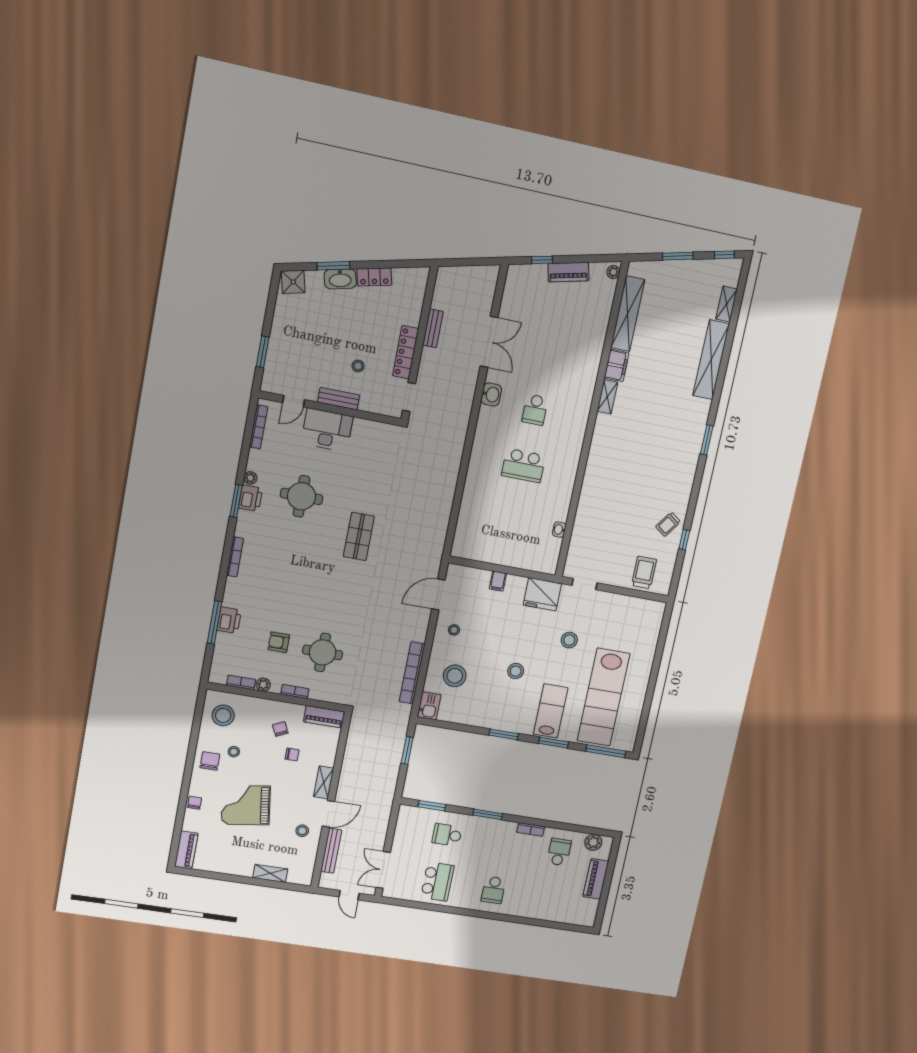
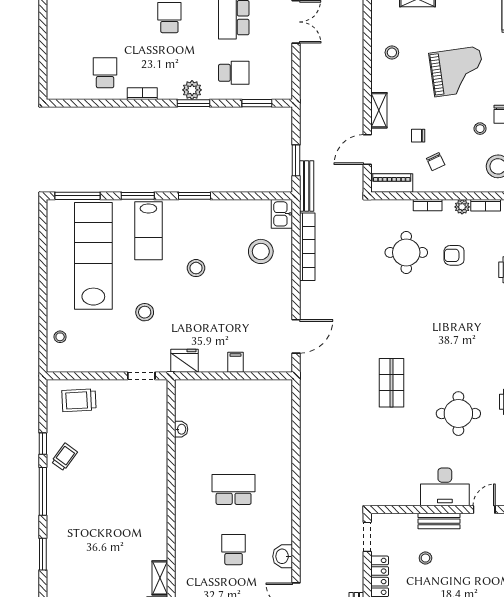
window: (694, 497) -> (43, 491), added
trolley: (644, 572) -> (79, 400), turned 87
fridge: (542, 594) -> (184, 361), width x0.73, depth x0.75
stool: (454, 630) -> (60, 337), moved
armchair: (279, 642) -> (454, 255), turned 180
door: (328, 814) -> (367, 150), moved
plant: (593, 842) -> (192, 90), moved
bench: (331, 851) -> (307, 186), moved
school desk: (559, 852) -> (105, 73), turned 180
piano: (596, 879) -> (57, 48), removed

